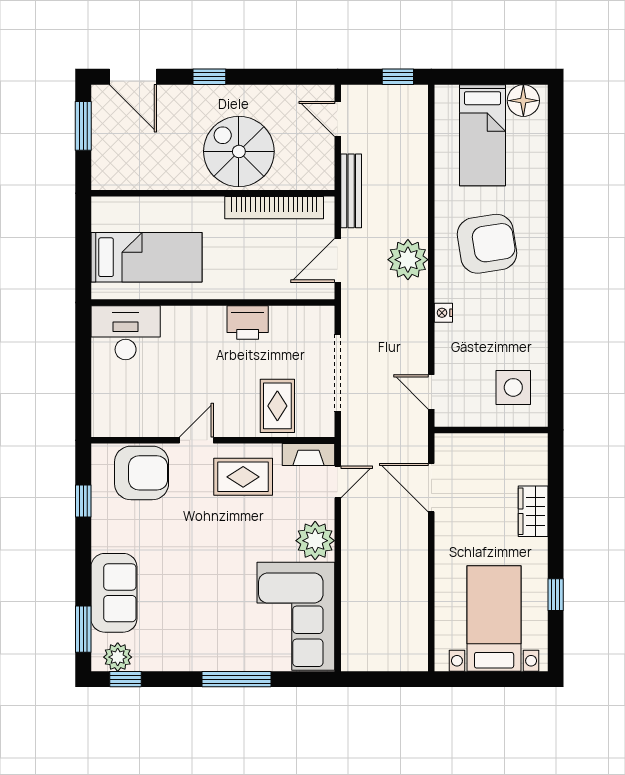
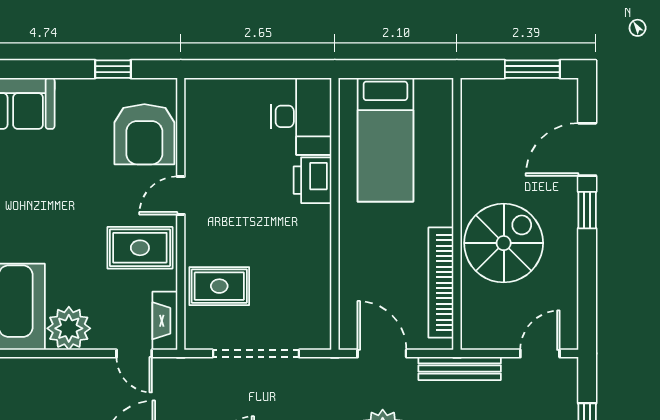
door: (133, 77) -> (587, 149), moved
printer: (248, 323) -> (312, 180), moved
door: (196, 440) -> (181, 195), swing flipped
rug: (243, 477) -> (140, 248), turned 90

